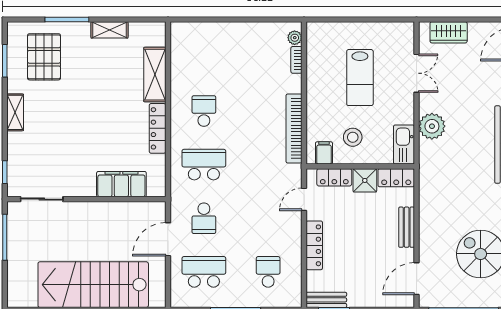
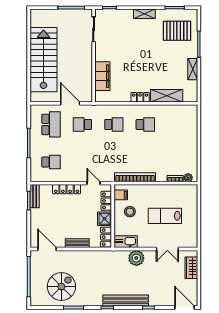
locker: (158, 128) -> (140, 97), width x0.66
school desk: (204, 165) -> (114, 124), width x0.54

